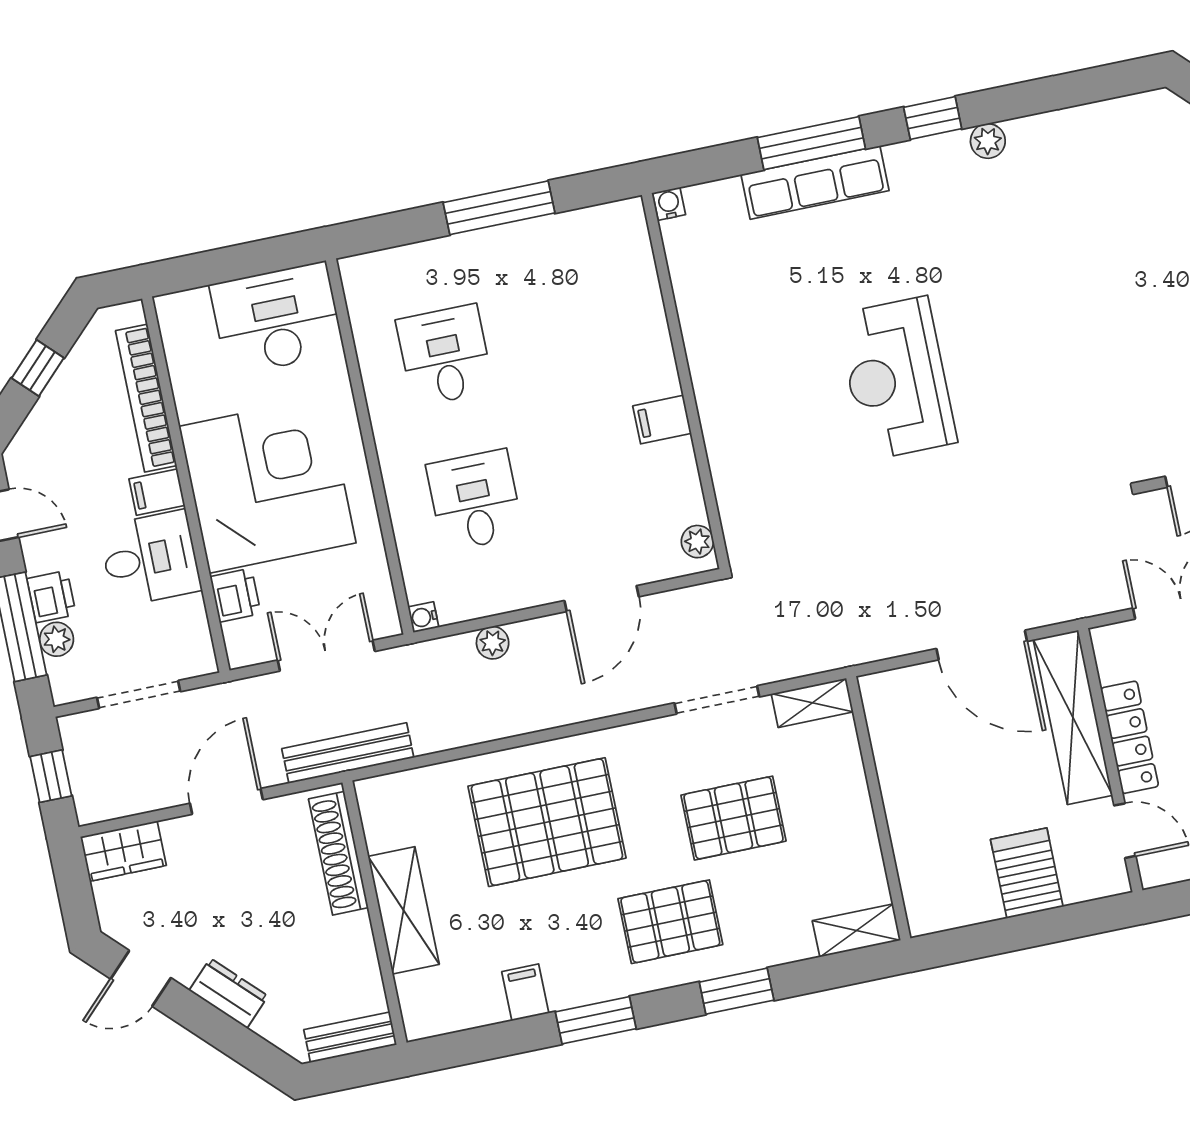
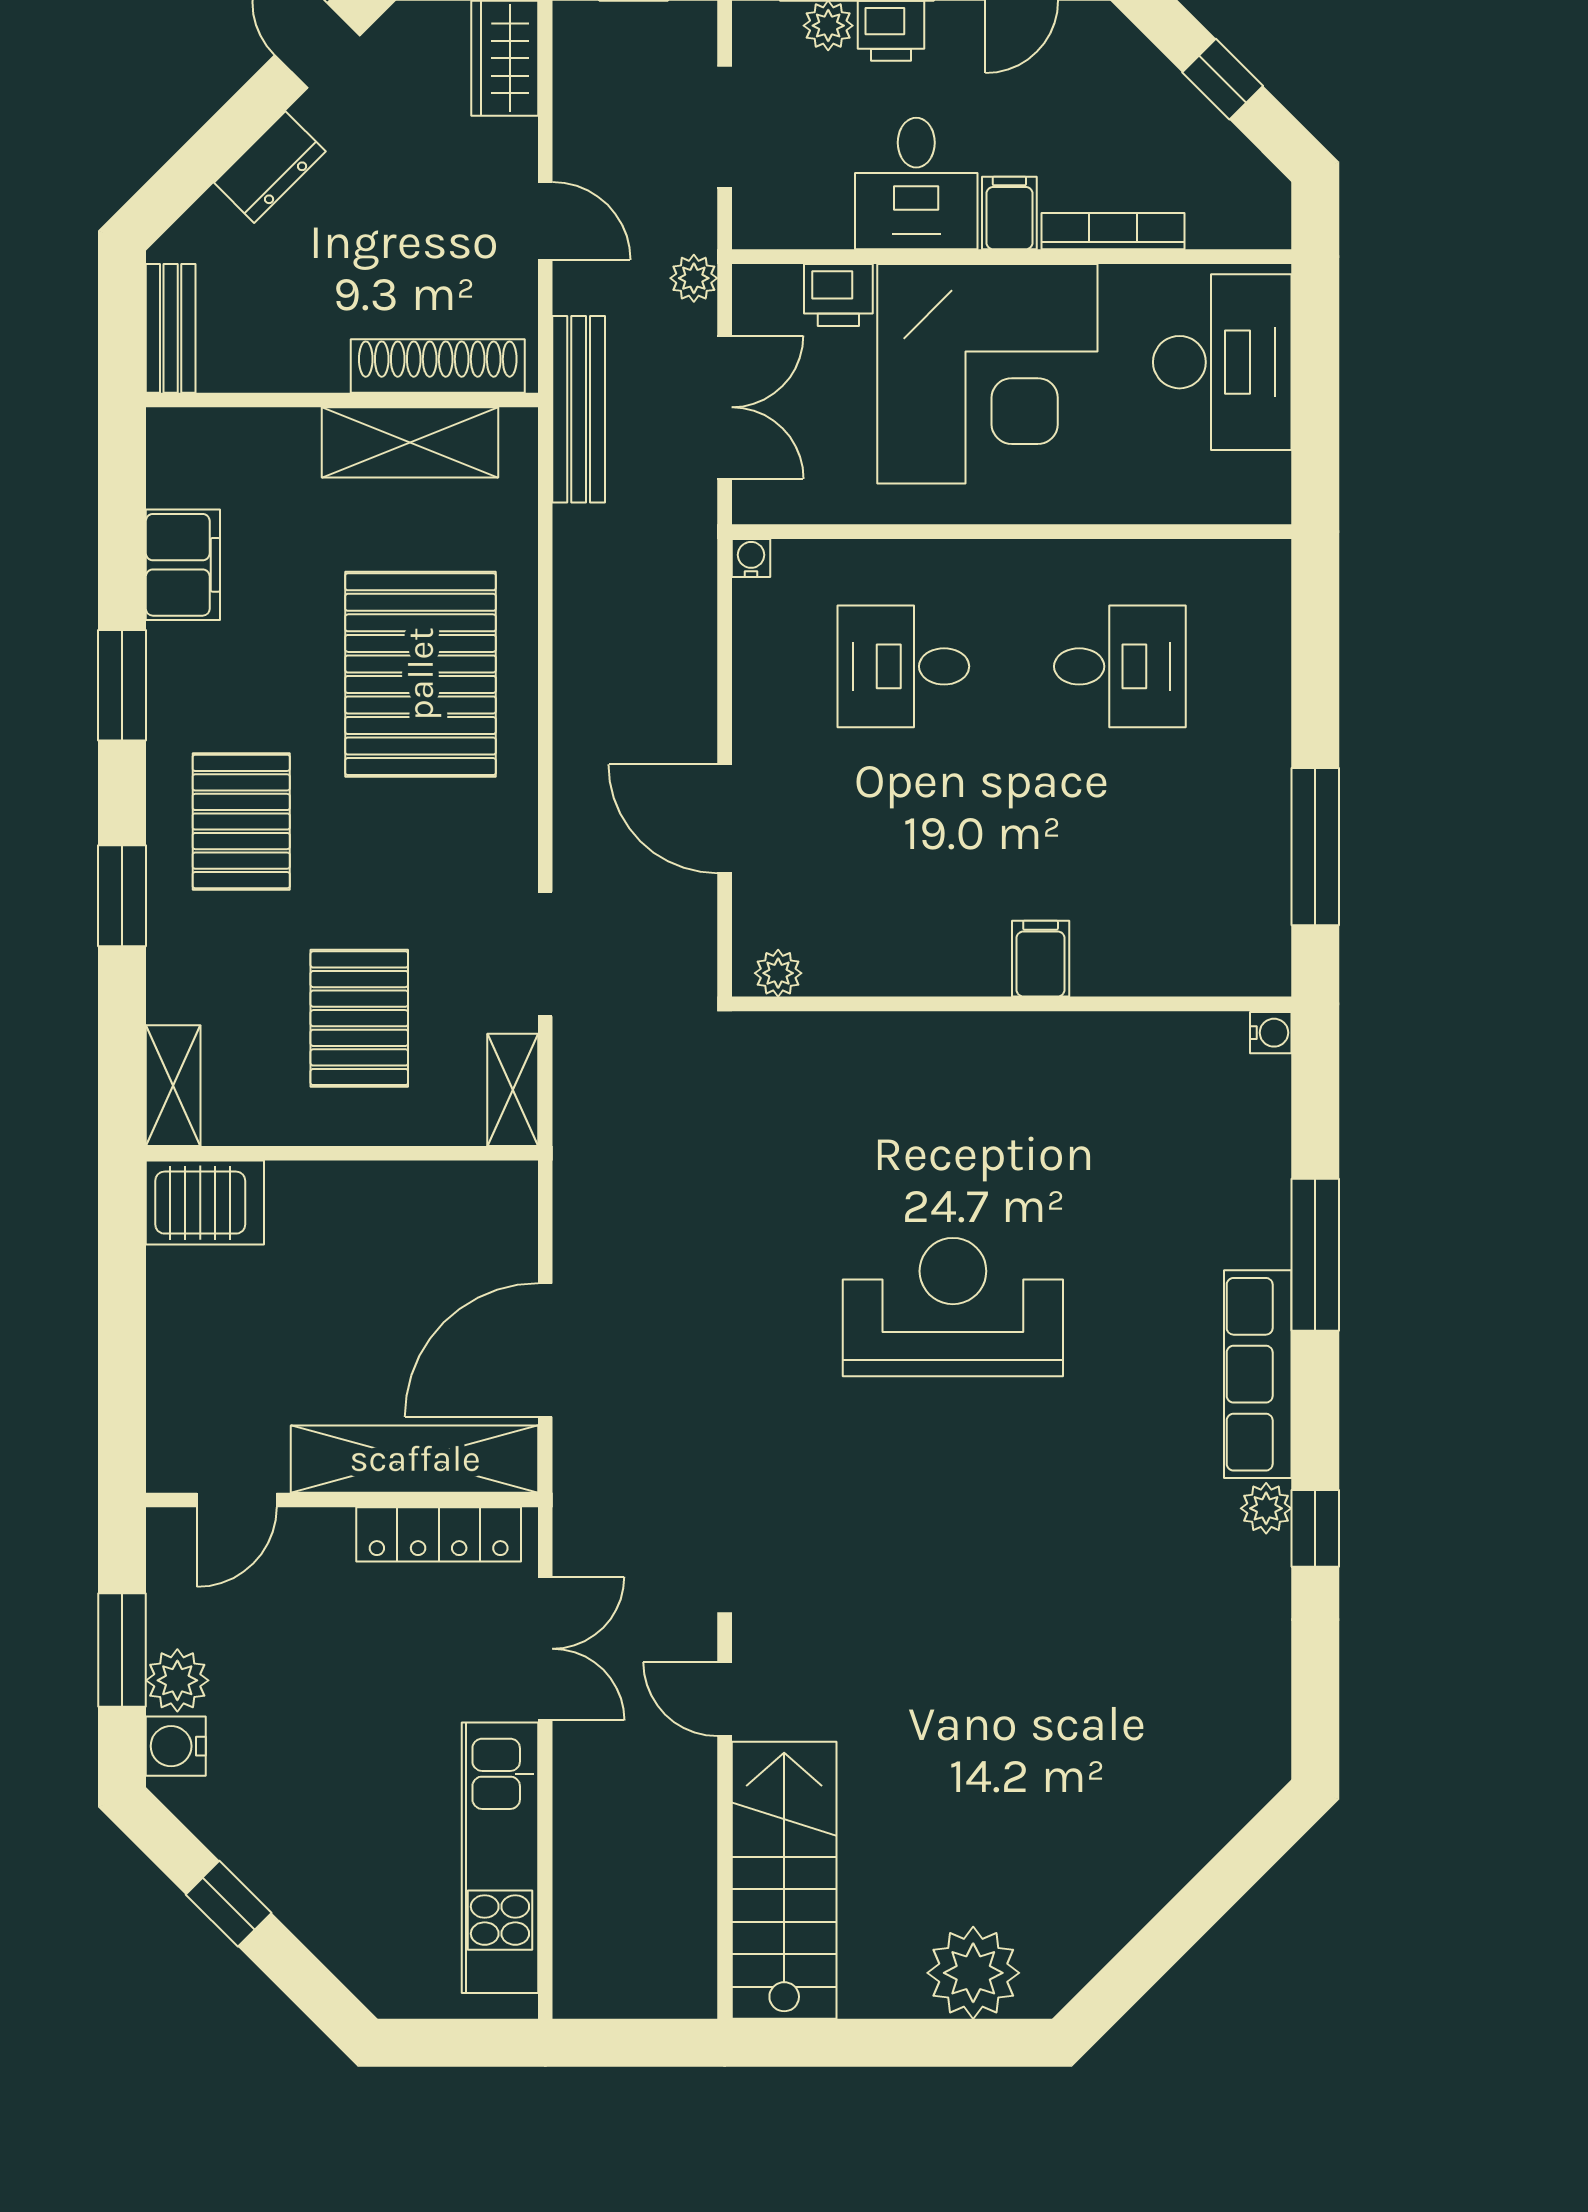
window: (933, 118) -> (1315, 1528), moved
row of seats: (815, 183) -> (1258, 1374), moved
window: (499, 208) -> (1315, 847), moved
desk: (277, 319) -> (1222, 362), moved
bookcase: (146, 398) -> (1113, 231), width x0.68, depth x0.76
filing cabinet: (662, 420) -> (1041, 959), moved
desk: (475, 500) -> (903, 666), turned 180
plant: (493, 643) -> (694, 278), moved
locker: (1130, 737) -> (439, 1534), moved
door: (226, 801) -> (545, 221), width x0.73
pallet: (733, 818) -> (359, 1018), moved
server rack: (1027, 873) -> (205, 1203), moved
shelving: (404, 910) -> (410, 442), moved
filing cabinet: (525, 992) -> (183, 565), width x2.00

